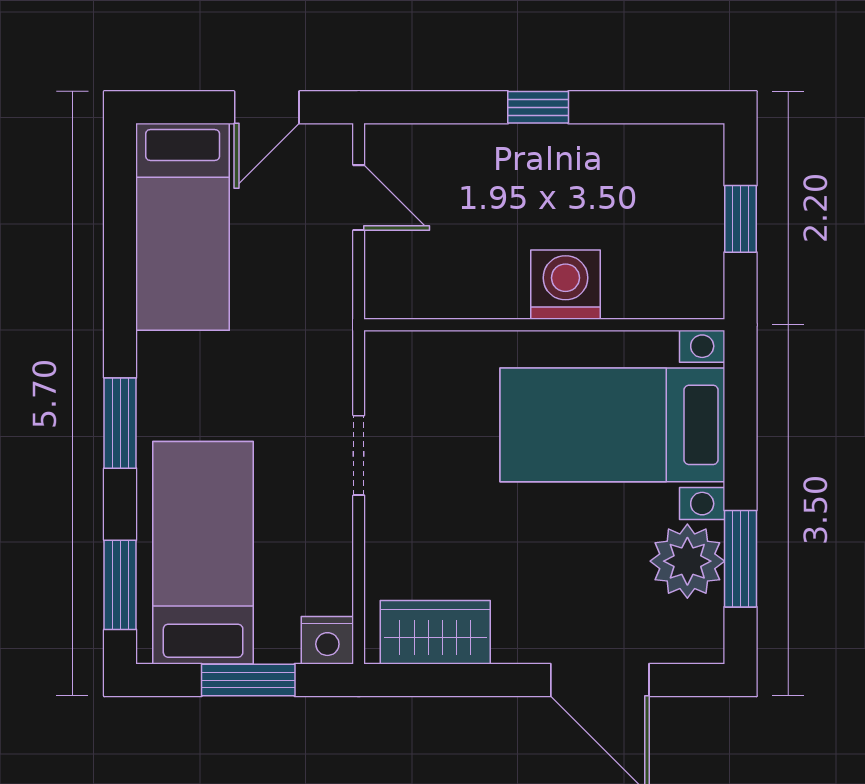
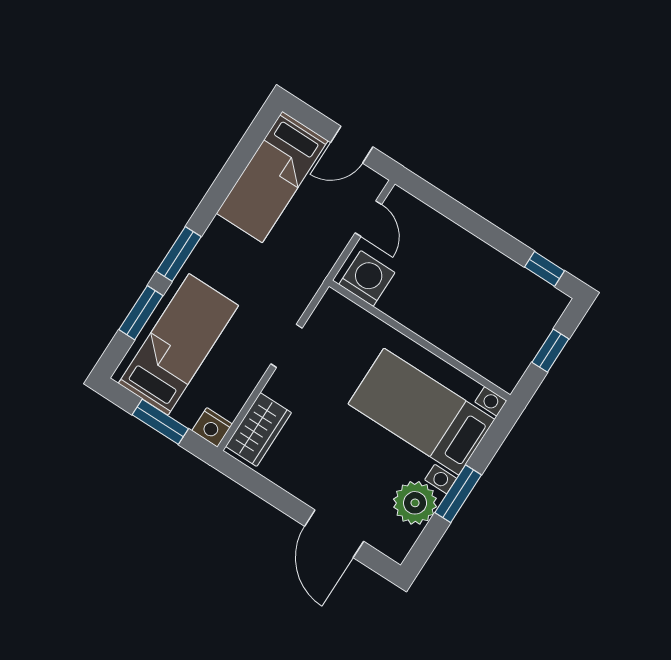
window: (538, 107) -> (544, 269), moved
washing machine: (565, 285) -> (367, 278), moved
window: (740, 559) -> (458, 494), moved
window: (120, 585) -> (141, 313), moved
wardrobe: (435, 632) -> (258, 430), moved, turned 90

